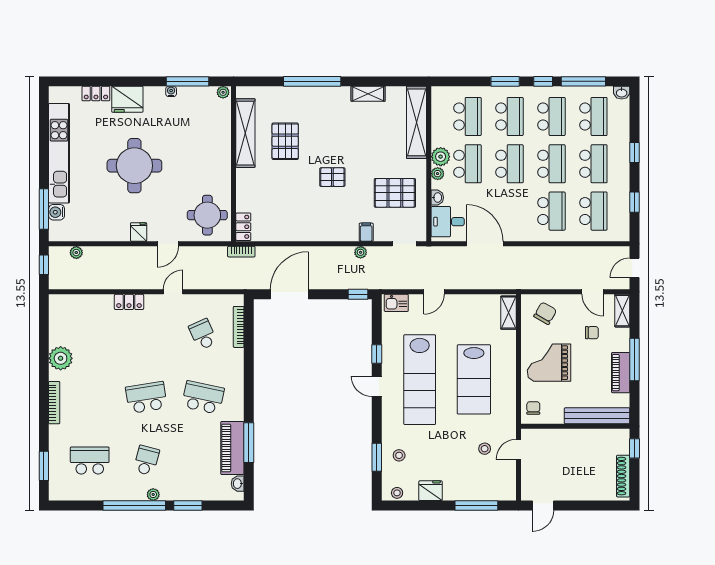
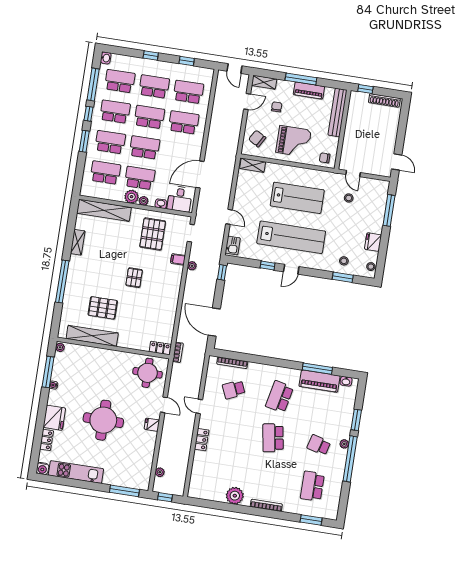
kitchen unit: (59, 153) -> (76, 472), width x0.73
water cooler: (57, 212) -> (42, 469), moved
grand piano: (549, 363) -> (294, 141), turned -90

